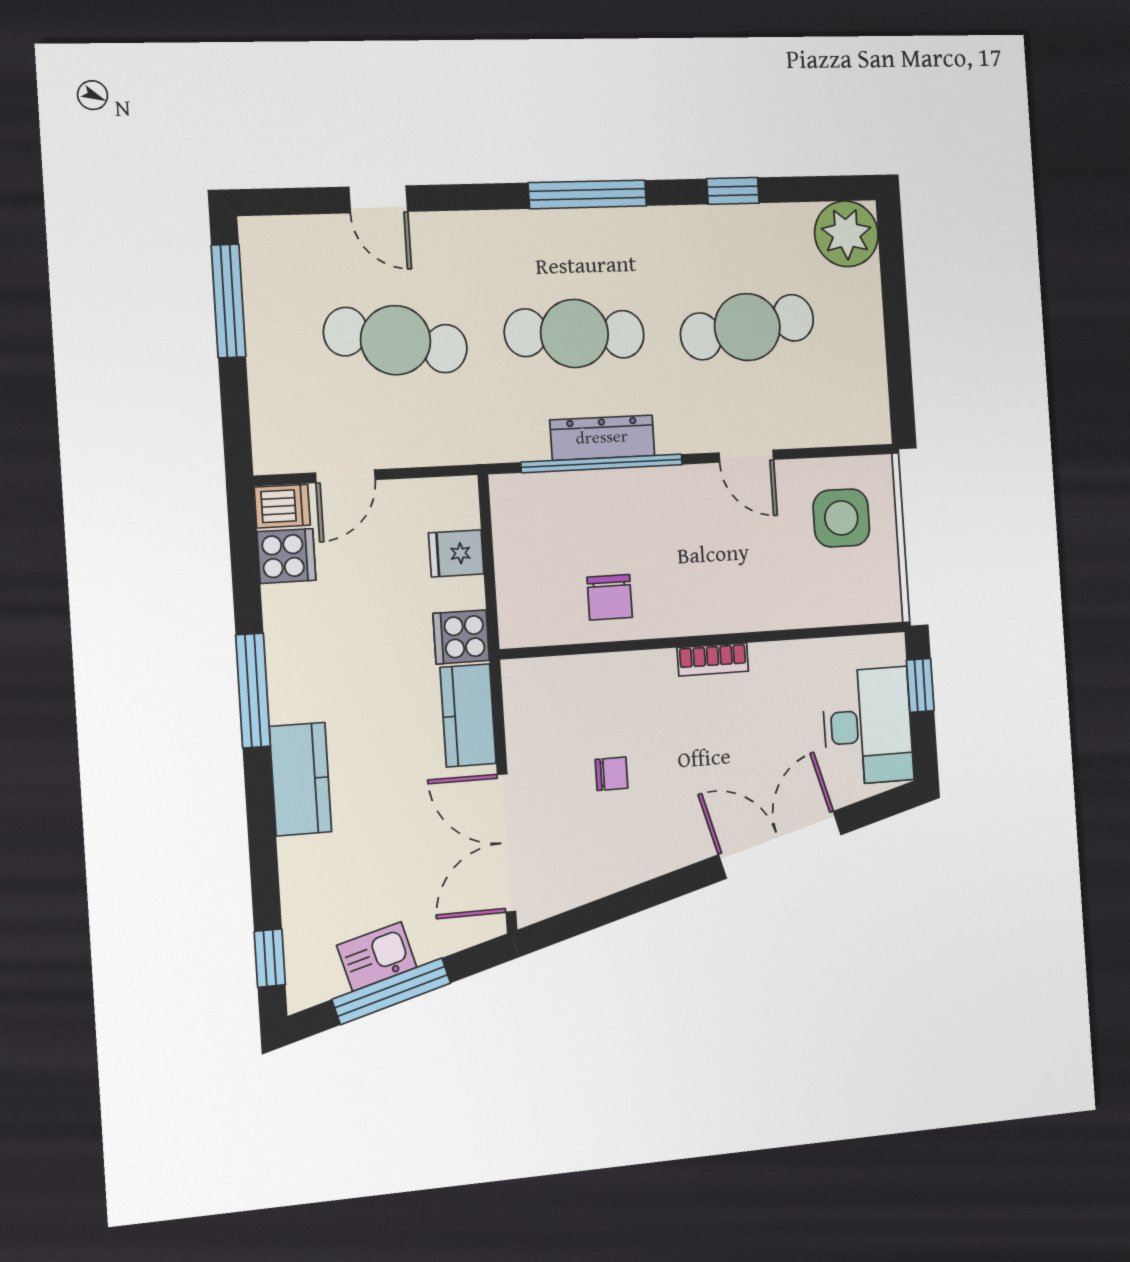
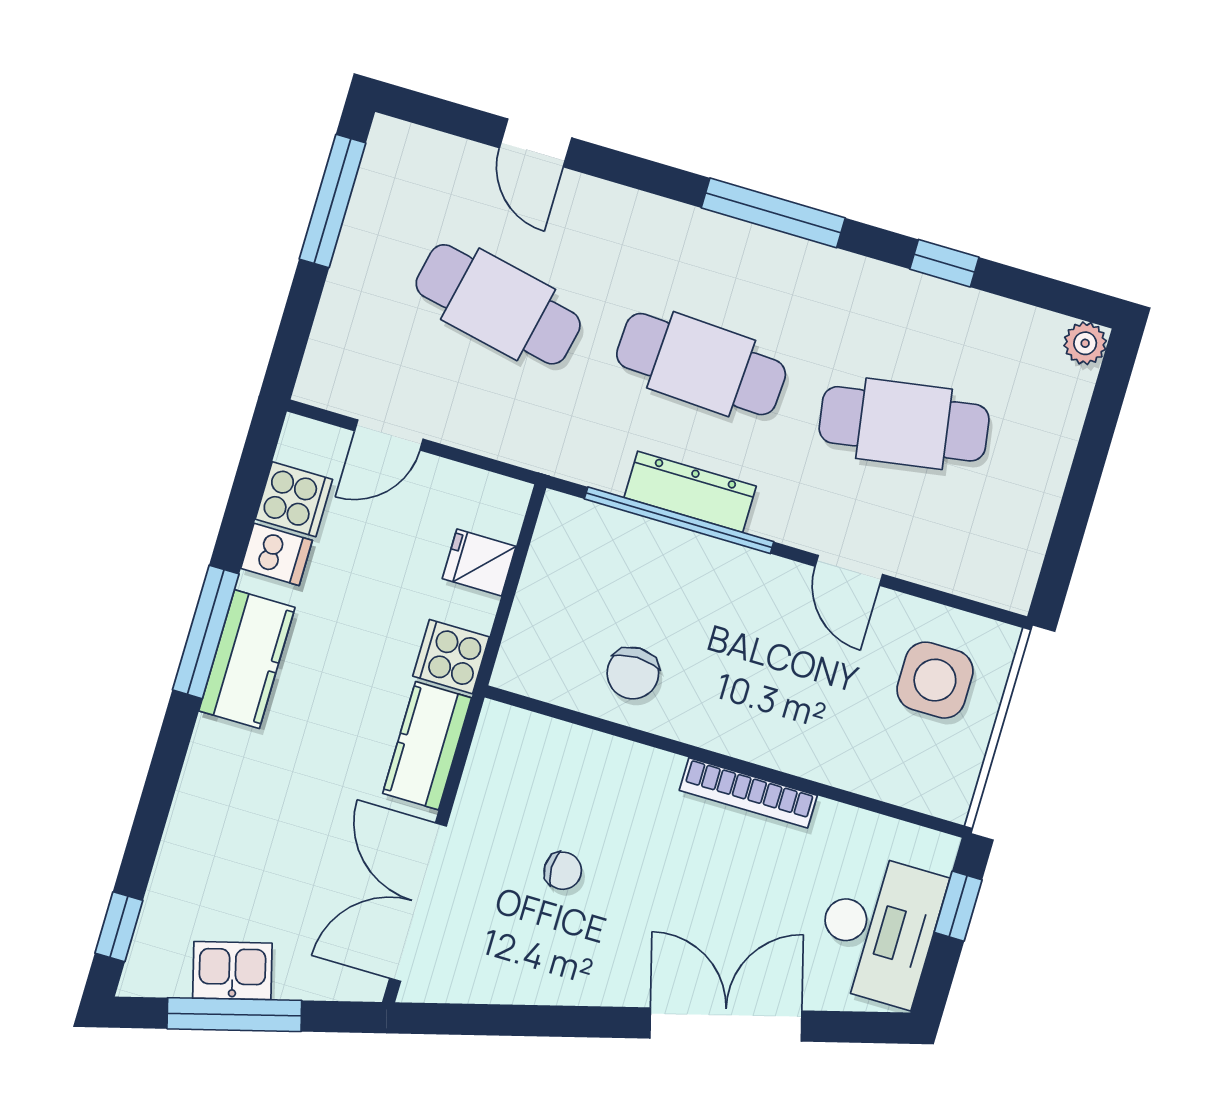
plant: (846, 234) -> (1085, 343), width x0.53, depth x0.53
dishwasher: (282, 506) -> (277, 554), moved
bookcase: (713, 659) -> (748, 793), width x1.56
kitchen counter: (300, 779) -> (247, 659), moved

